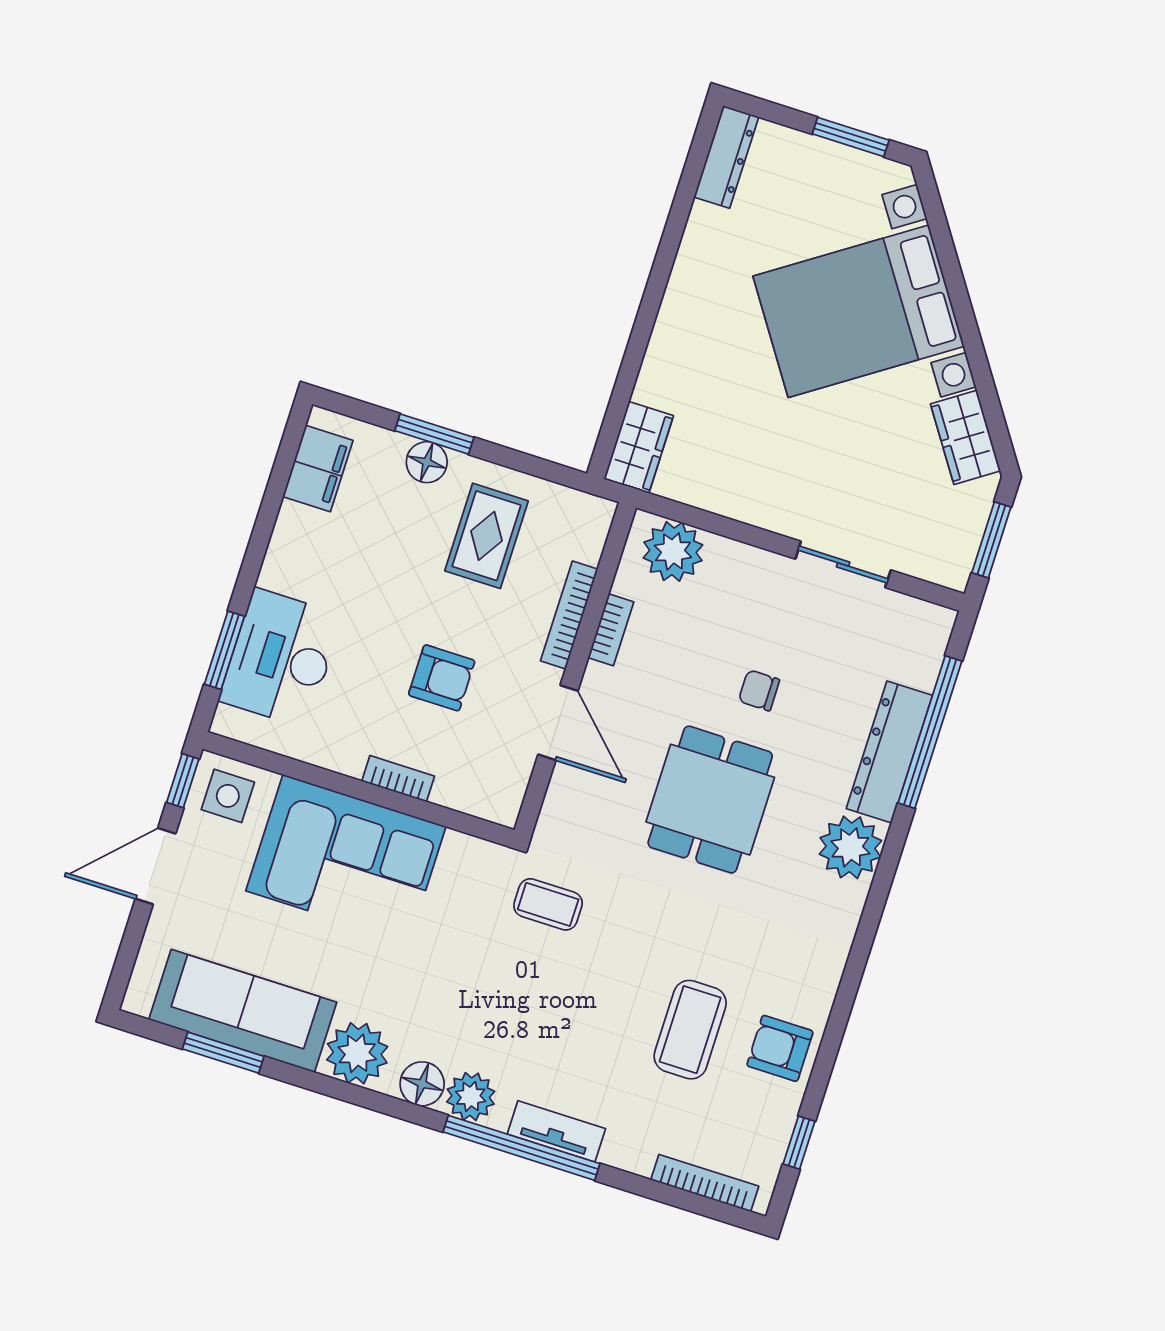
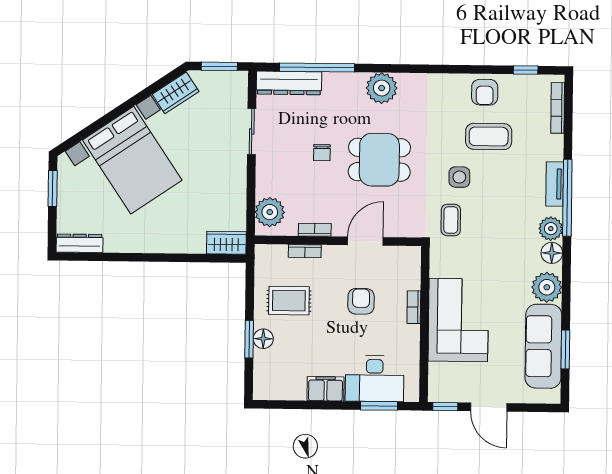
filing cabinet: (318, 468) -> (325, 389), moved
bookcase: (569, 615) -> (305, 251), width x0.64
dresser: (889, 752) -> (289, 83), moved
side table: (228, 796) -> (459, 177), moved

